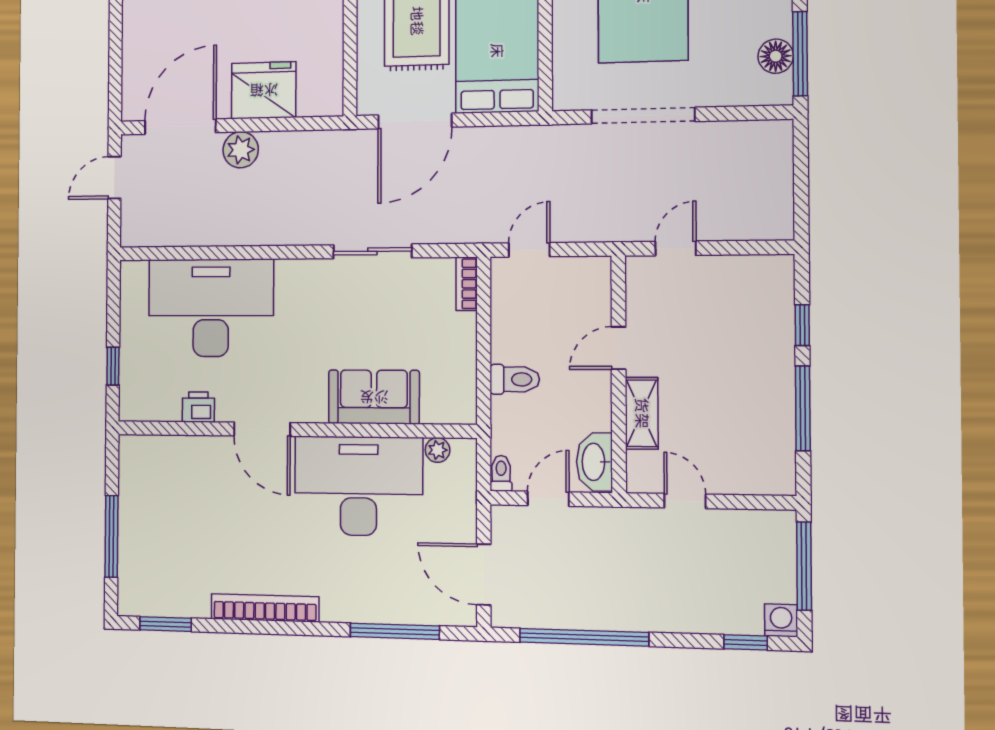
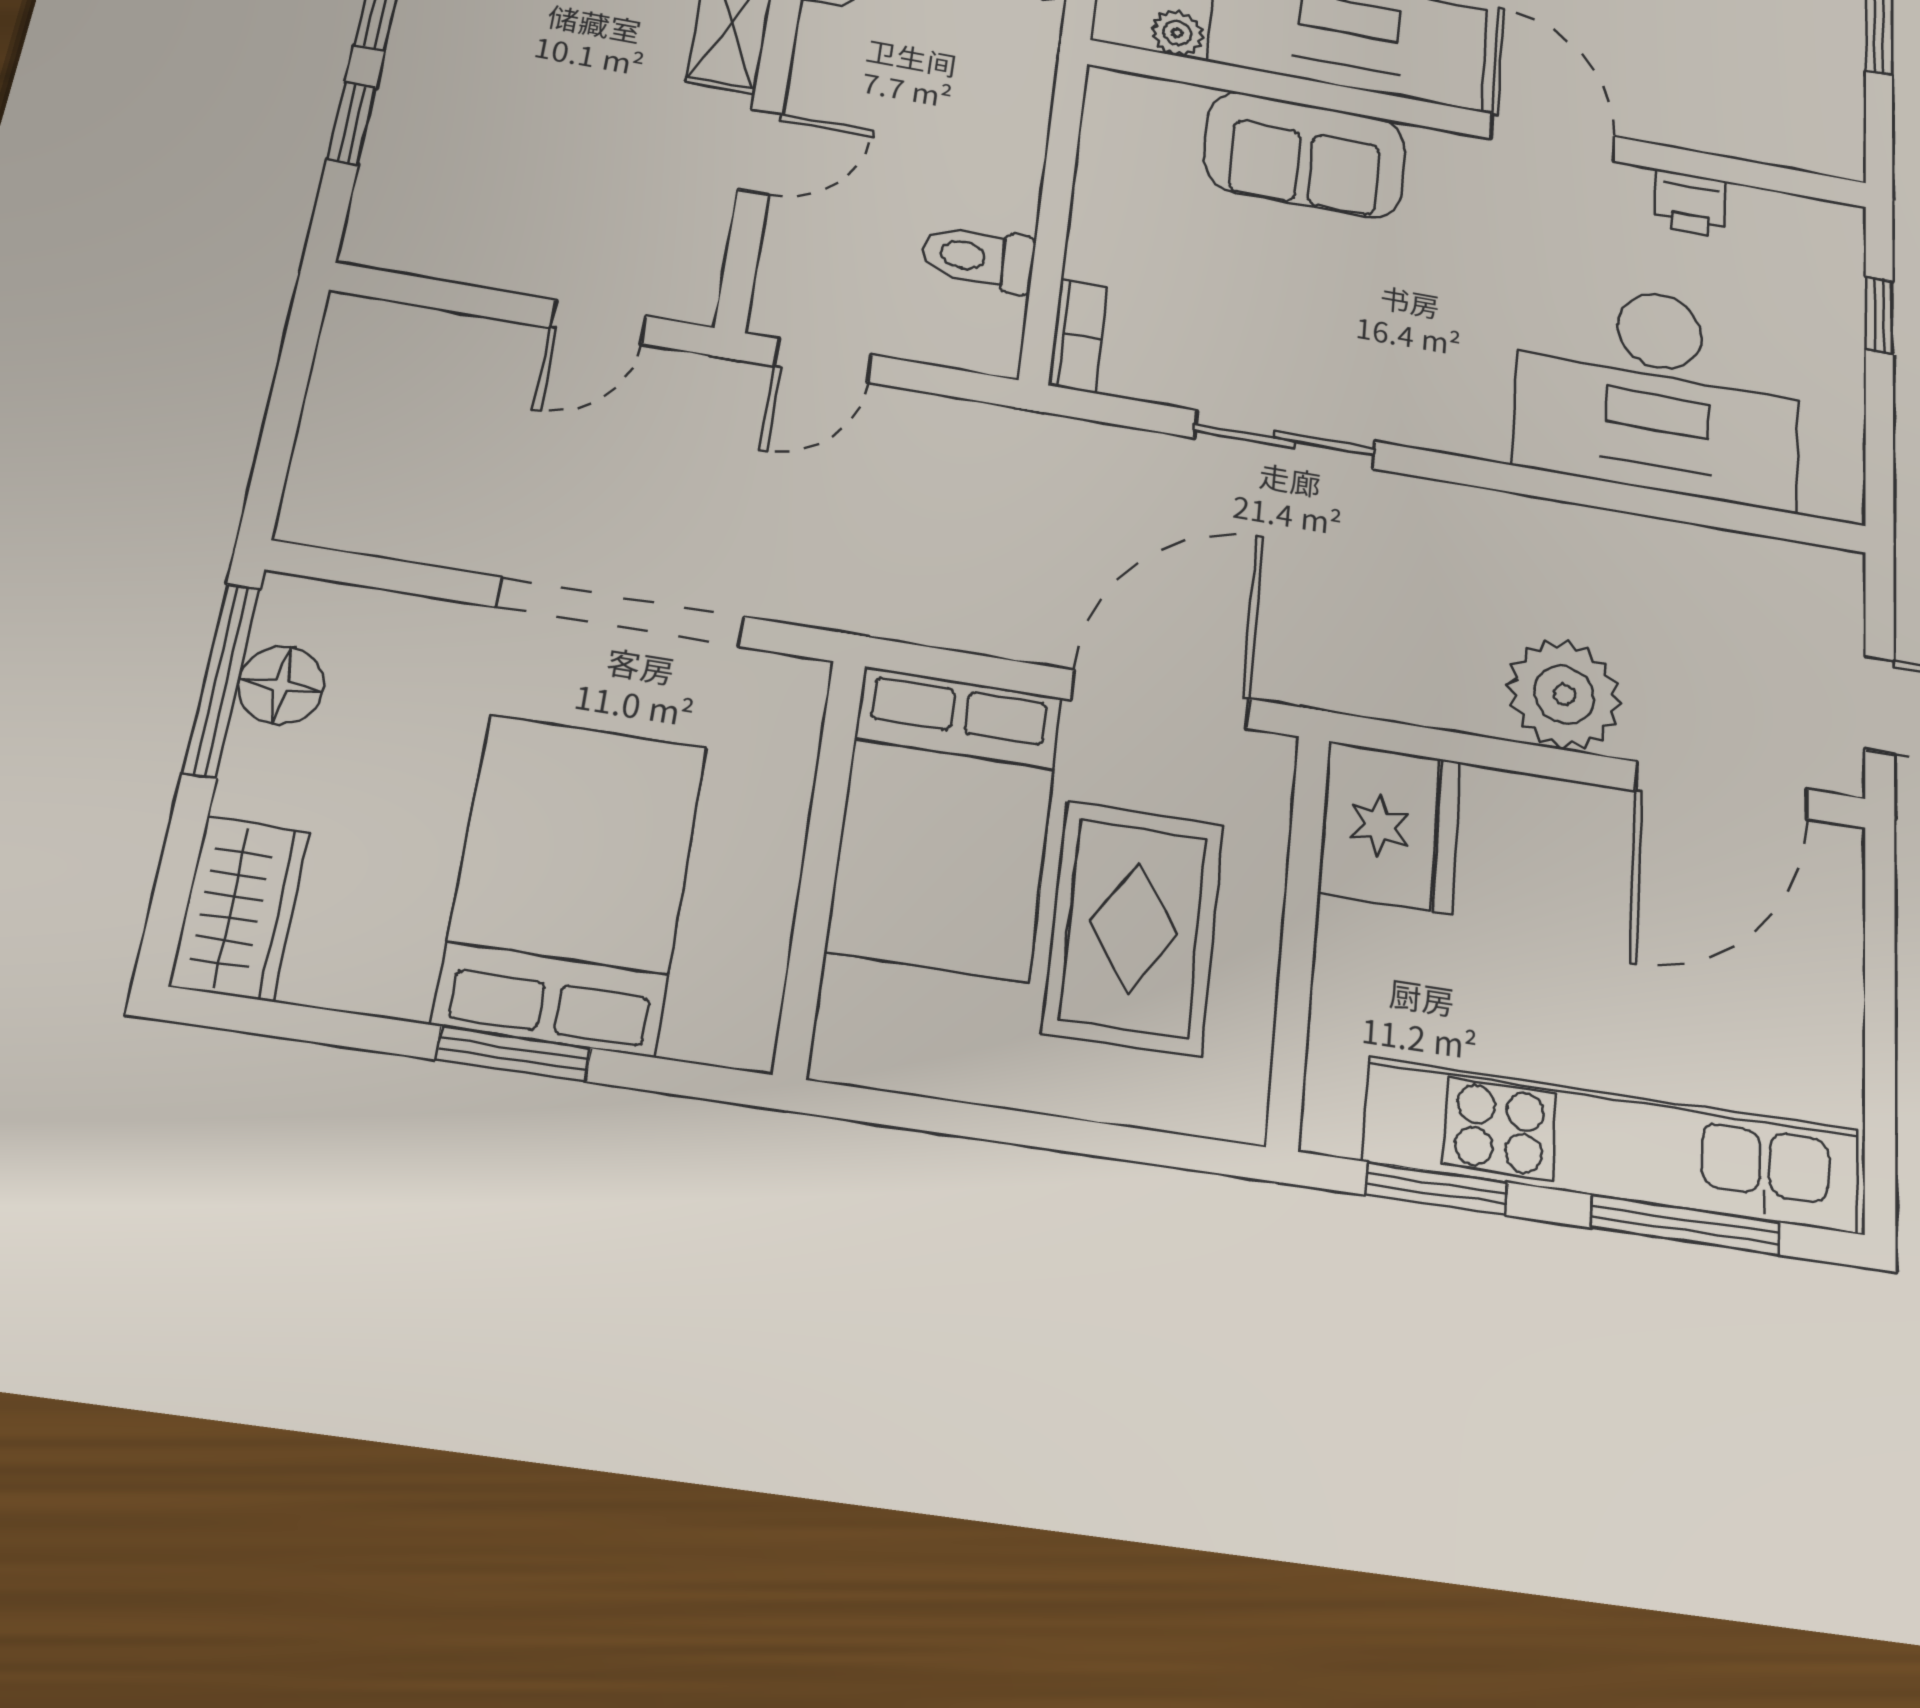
fridge: (264, 90) -> (1390, 827), moved, turned -90
plant: (241, 150) -> (1564, 695), width x1.36, depth x1.36
door: (529, 250) -> (823, 360), moved
toilet: (515, 379) -> (978, 258), moved

